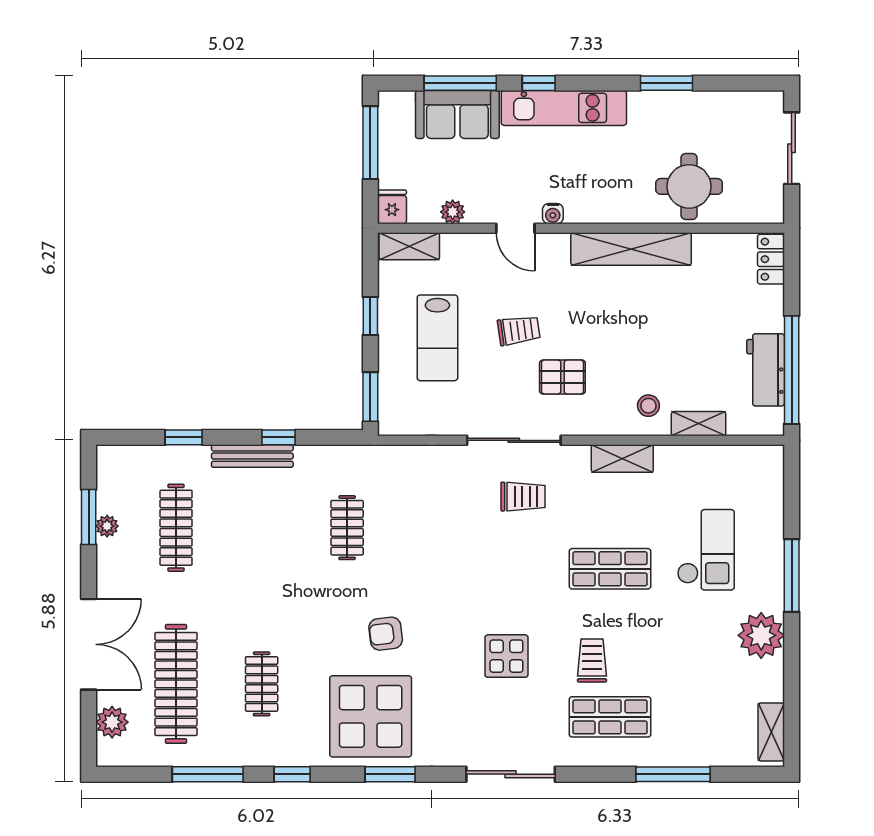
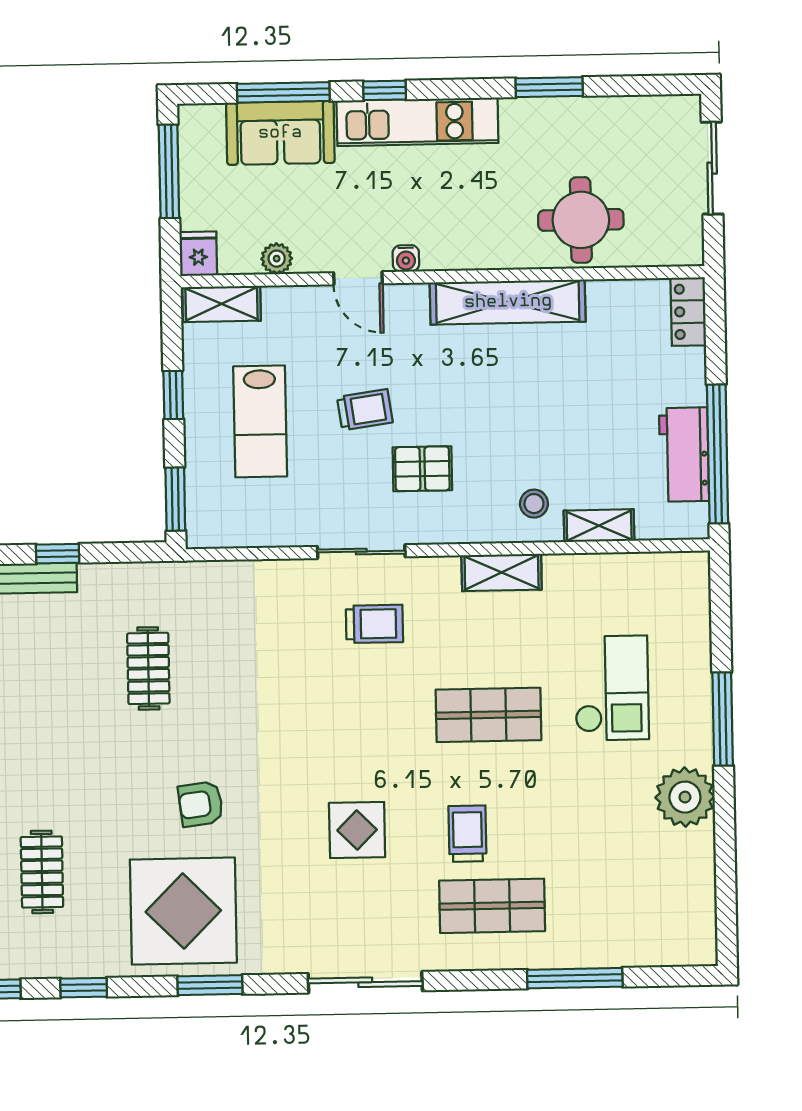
sliding door: (514, 440) -> (361, 552), width x0.73
shelving: (771, 732) -> (700, 921), removed

